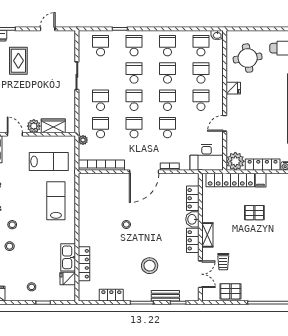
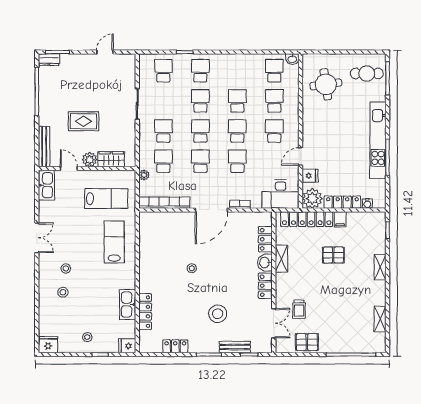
school desk: (167, 46) -> (237, 71), removed
rug: (18, 61) -> (84, 121), moved, turned 90
fridge: (233, 88) -> (310, 176), moved
shelving: (207, 235) -> (281, 259), moved
fridge: (68, 278) -> (127, 346), moved

